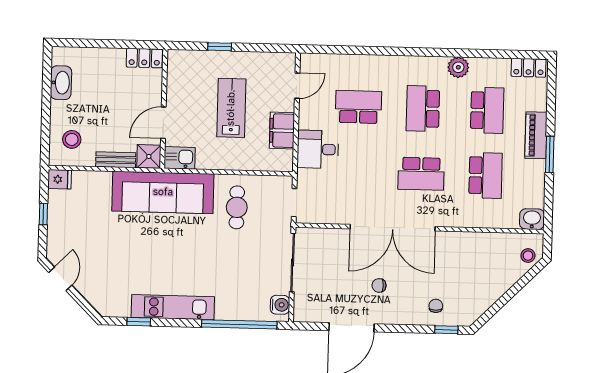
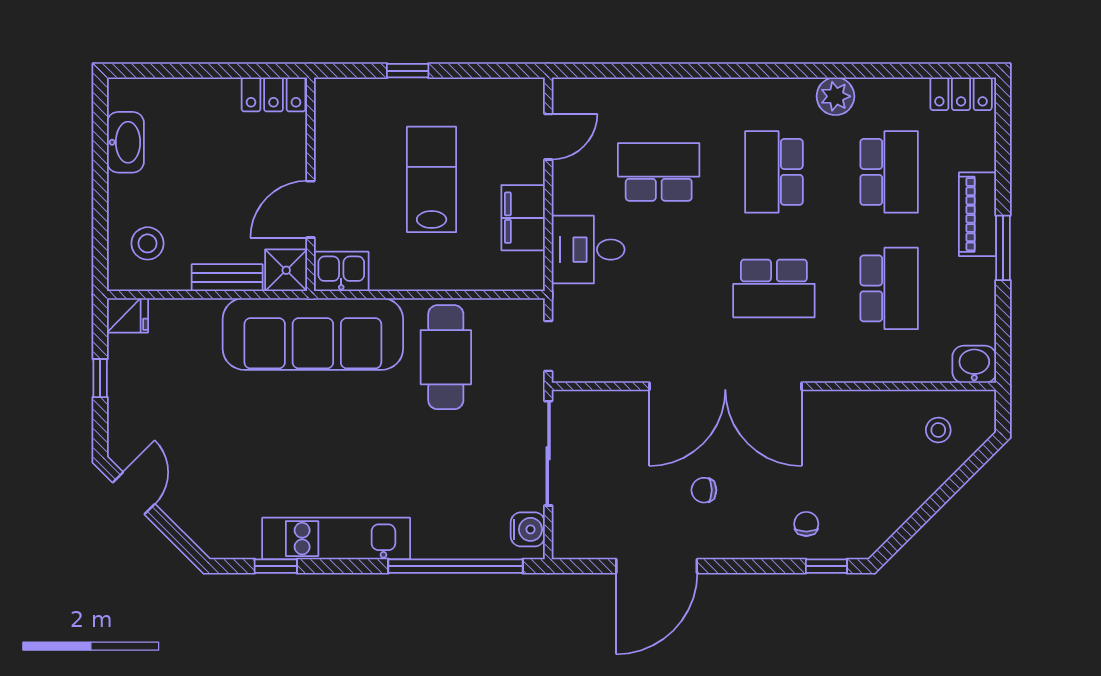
cafe table: (237, 207) -> (446, 357), width x1.37, depth x1.35
stool: (528, 256) -> (938, 430), moved

